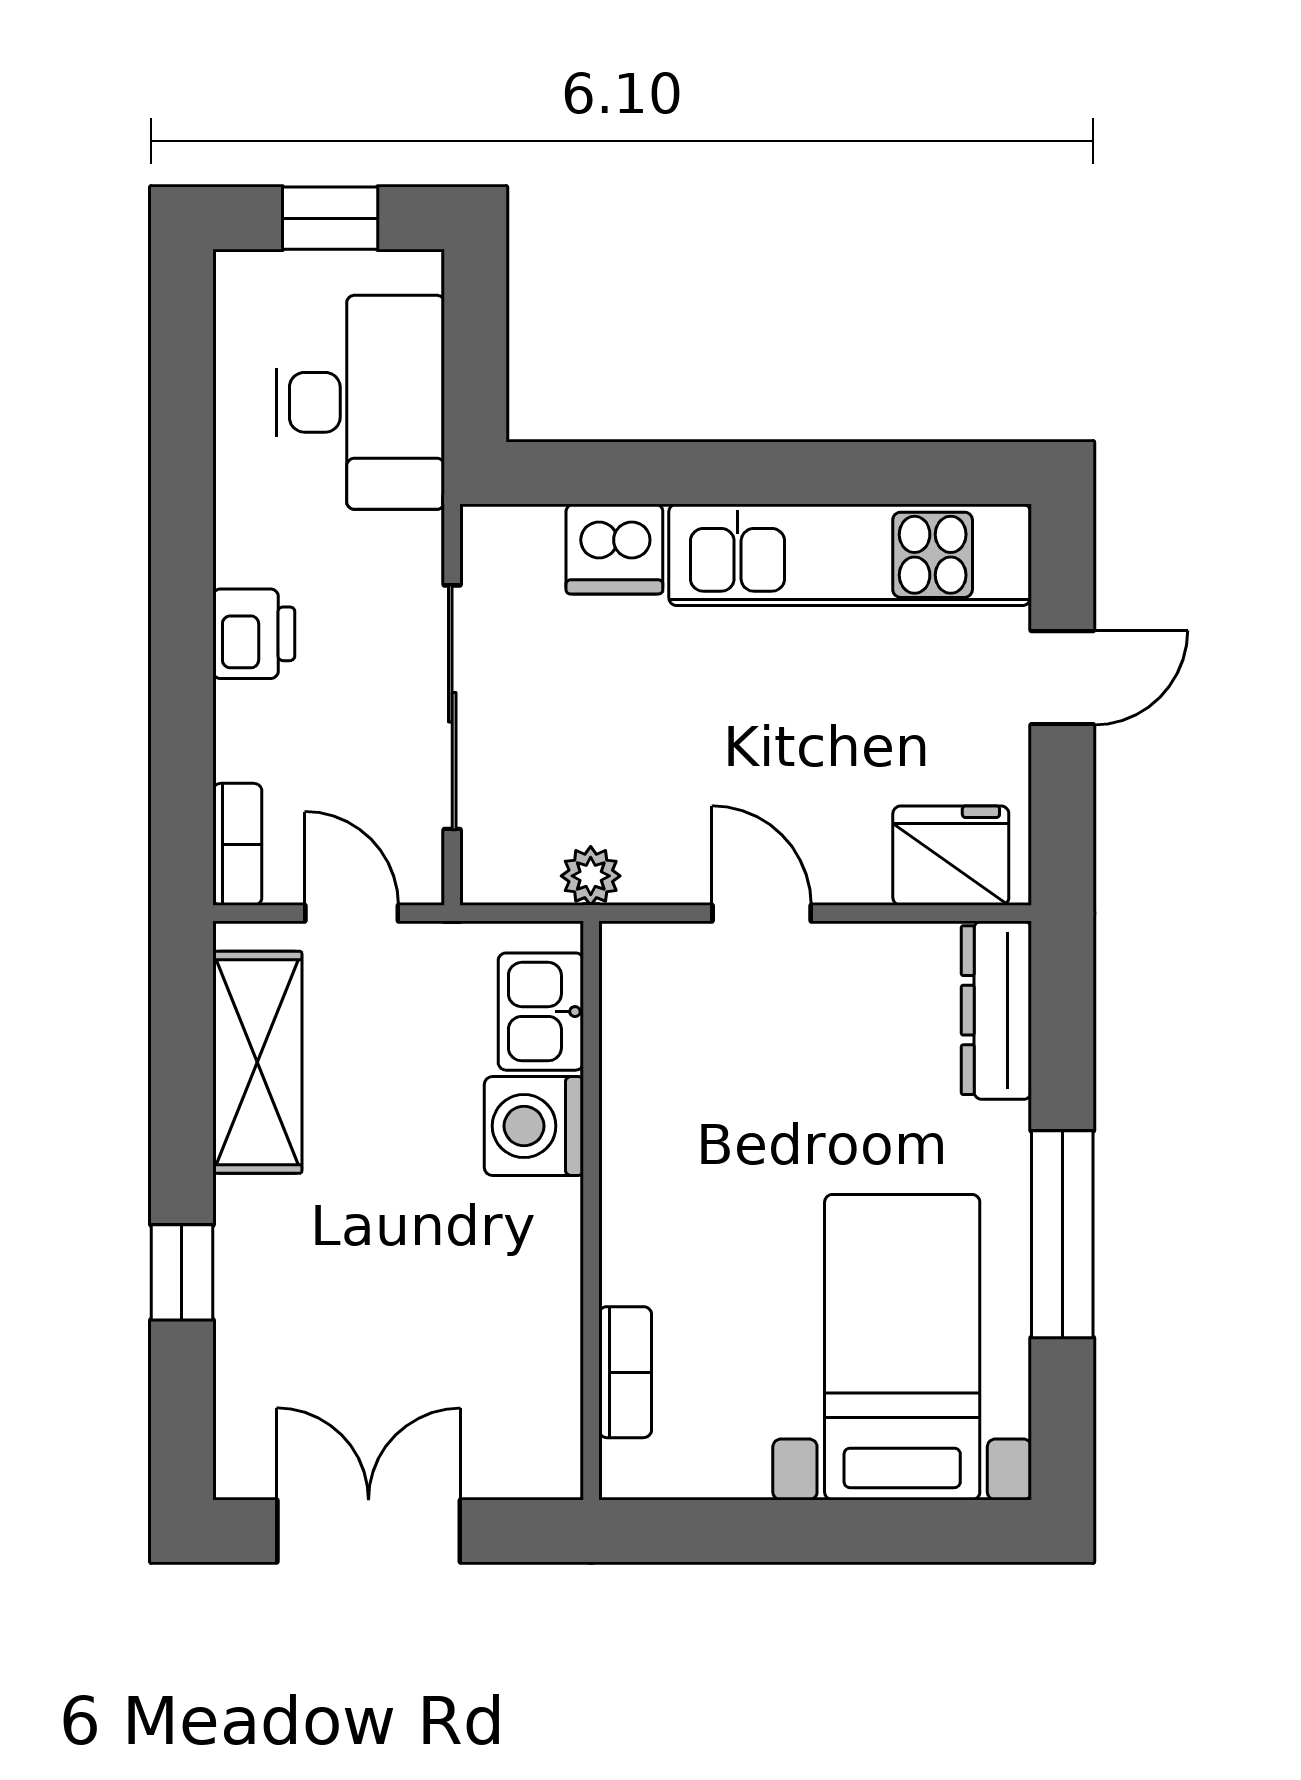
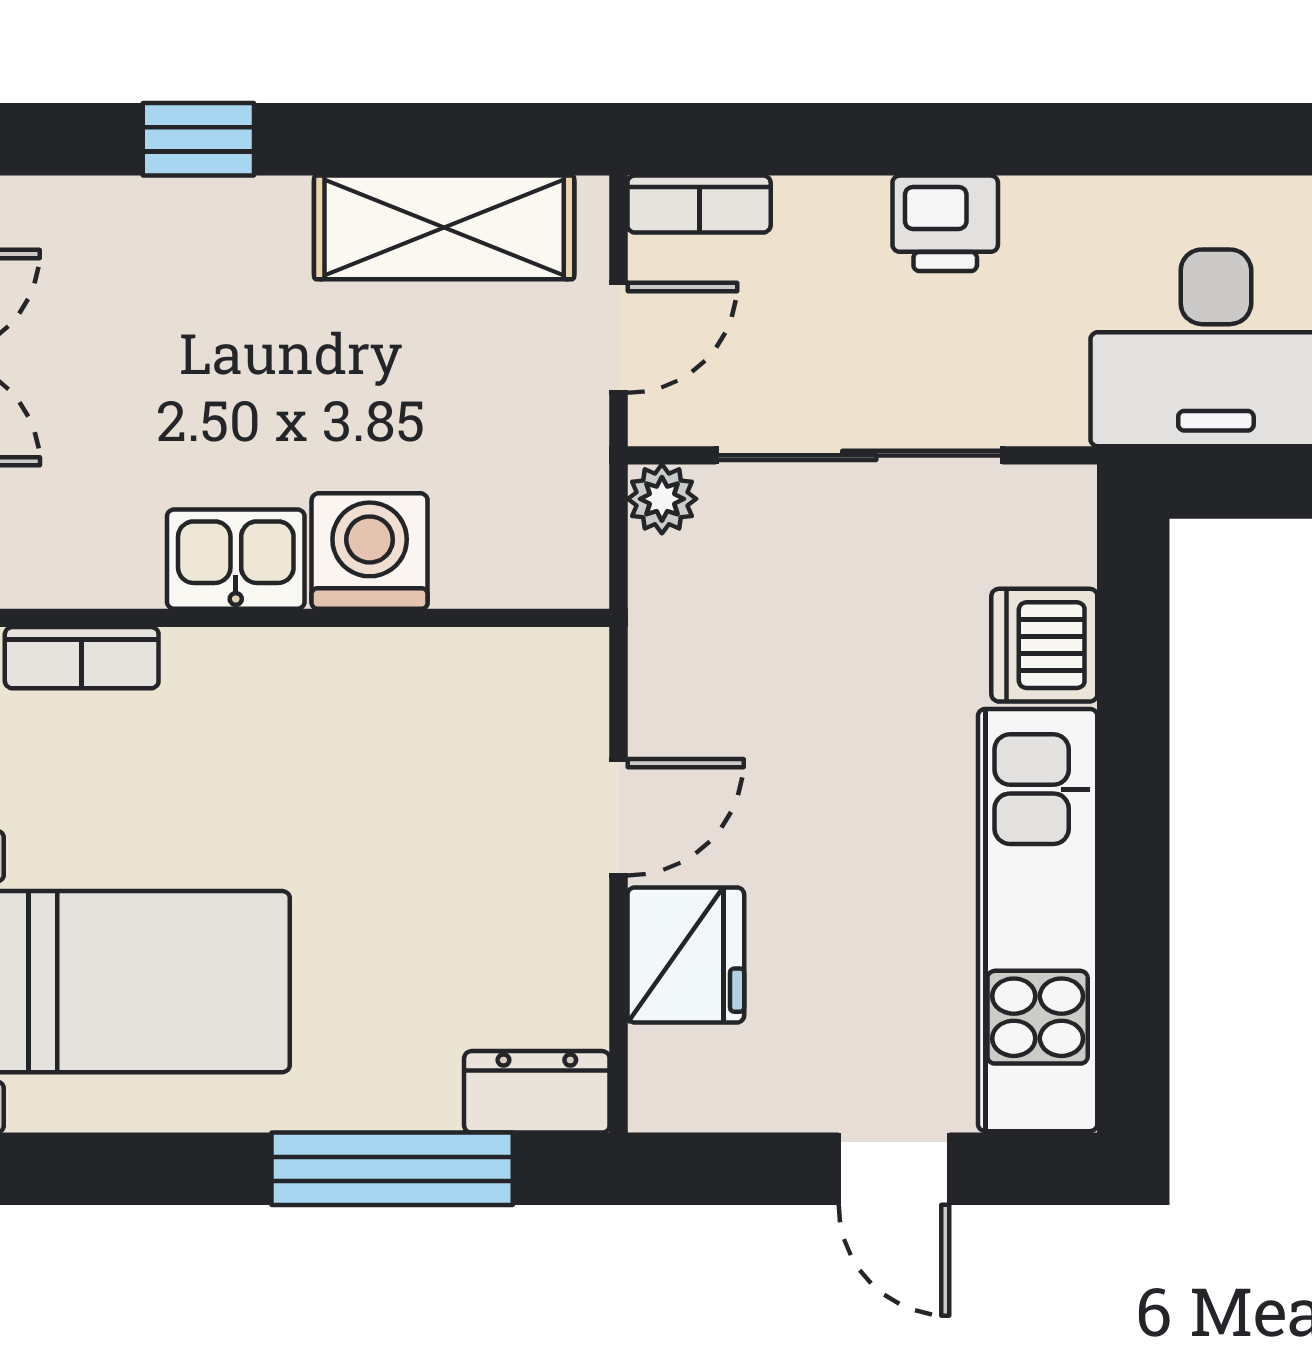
fridge: (951, 856) -> (686, 955), moved
plant: (591, 876) -> (662, 499), moved
dresser: (996, 1010) -> (537, 1092), width x0.70
kitchen sink: (541, 1012) -> (236, 559), moved
window: (1062, 1234) -> (392, 1169), moved

